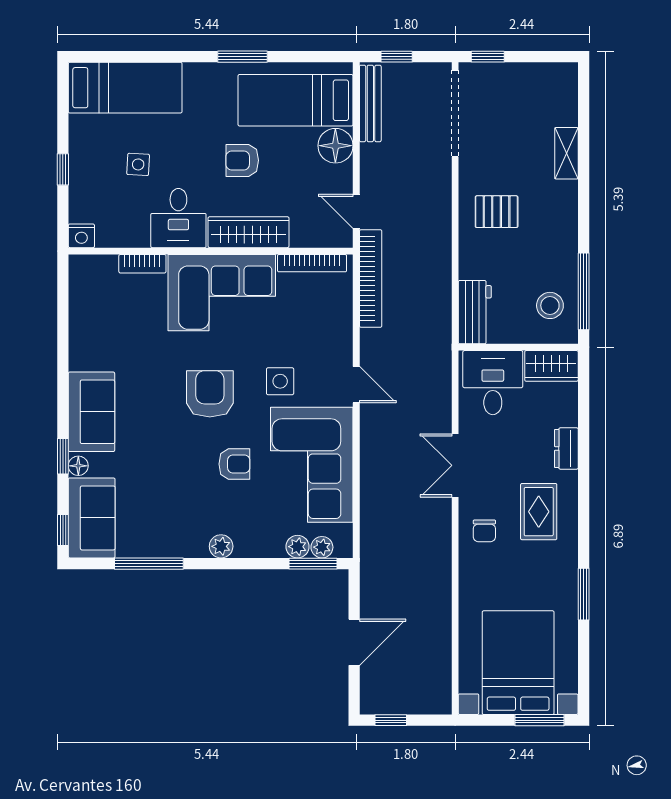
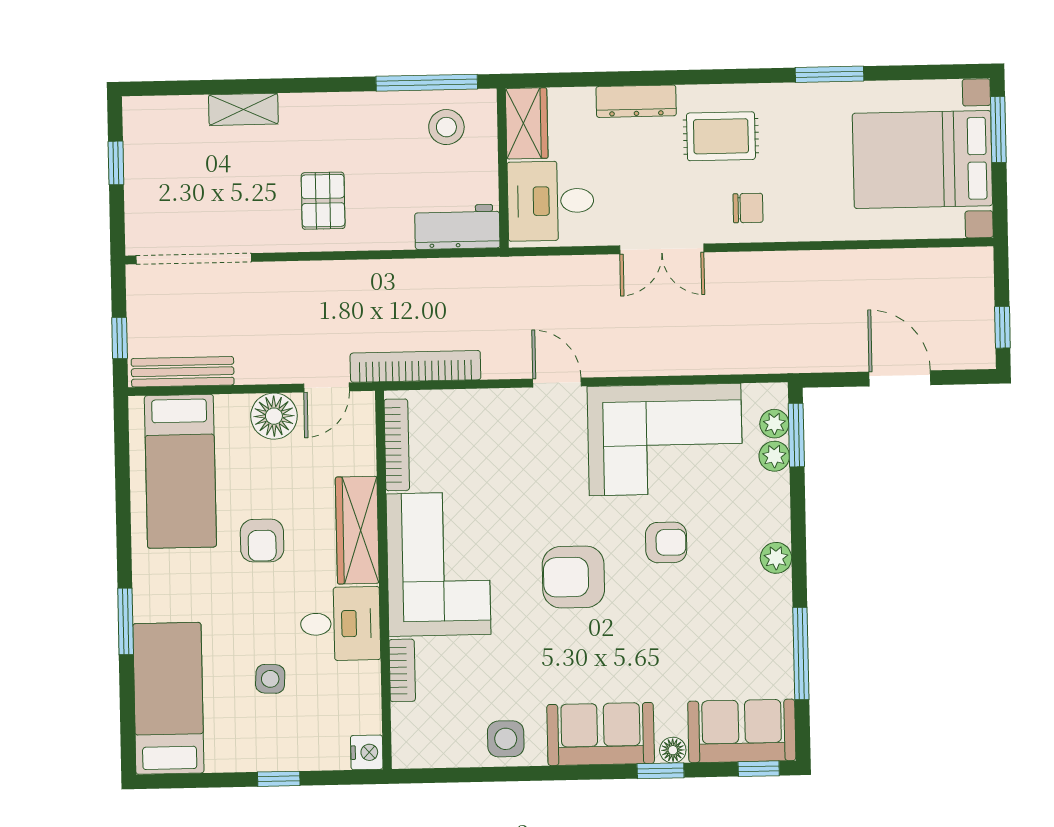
window: (242, 57) -> (126, 621), moved
window: (488, 57) -> (116, 163), moved
floor lamp: (335, 146) -> (274, 416), moved
side table: (280, 381) -> (506, 739), moved
door: (356, 385) -> (557, 383), hinge flipped
dresser: (566, 448) -> (636, 101), width x1.44
armchair: (234, 464) -> (666, 542), turned 90

